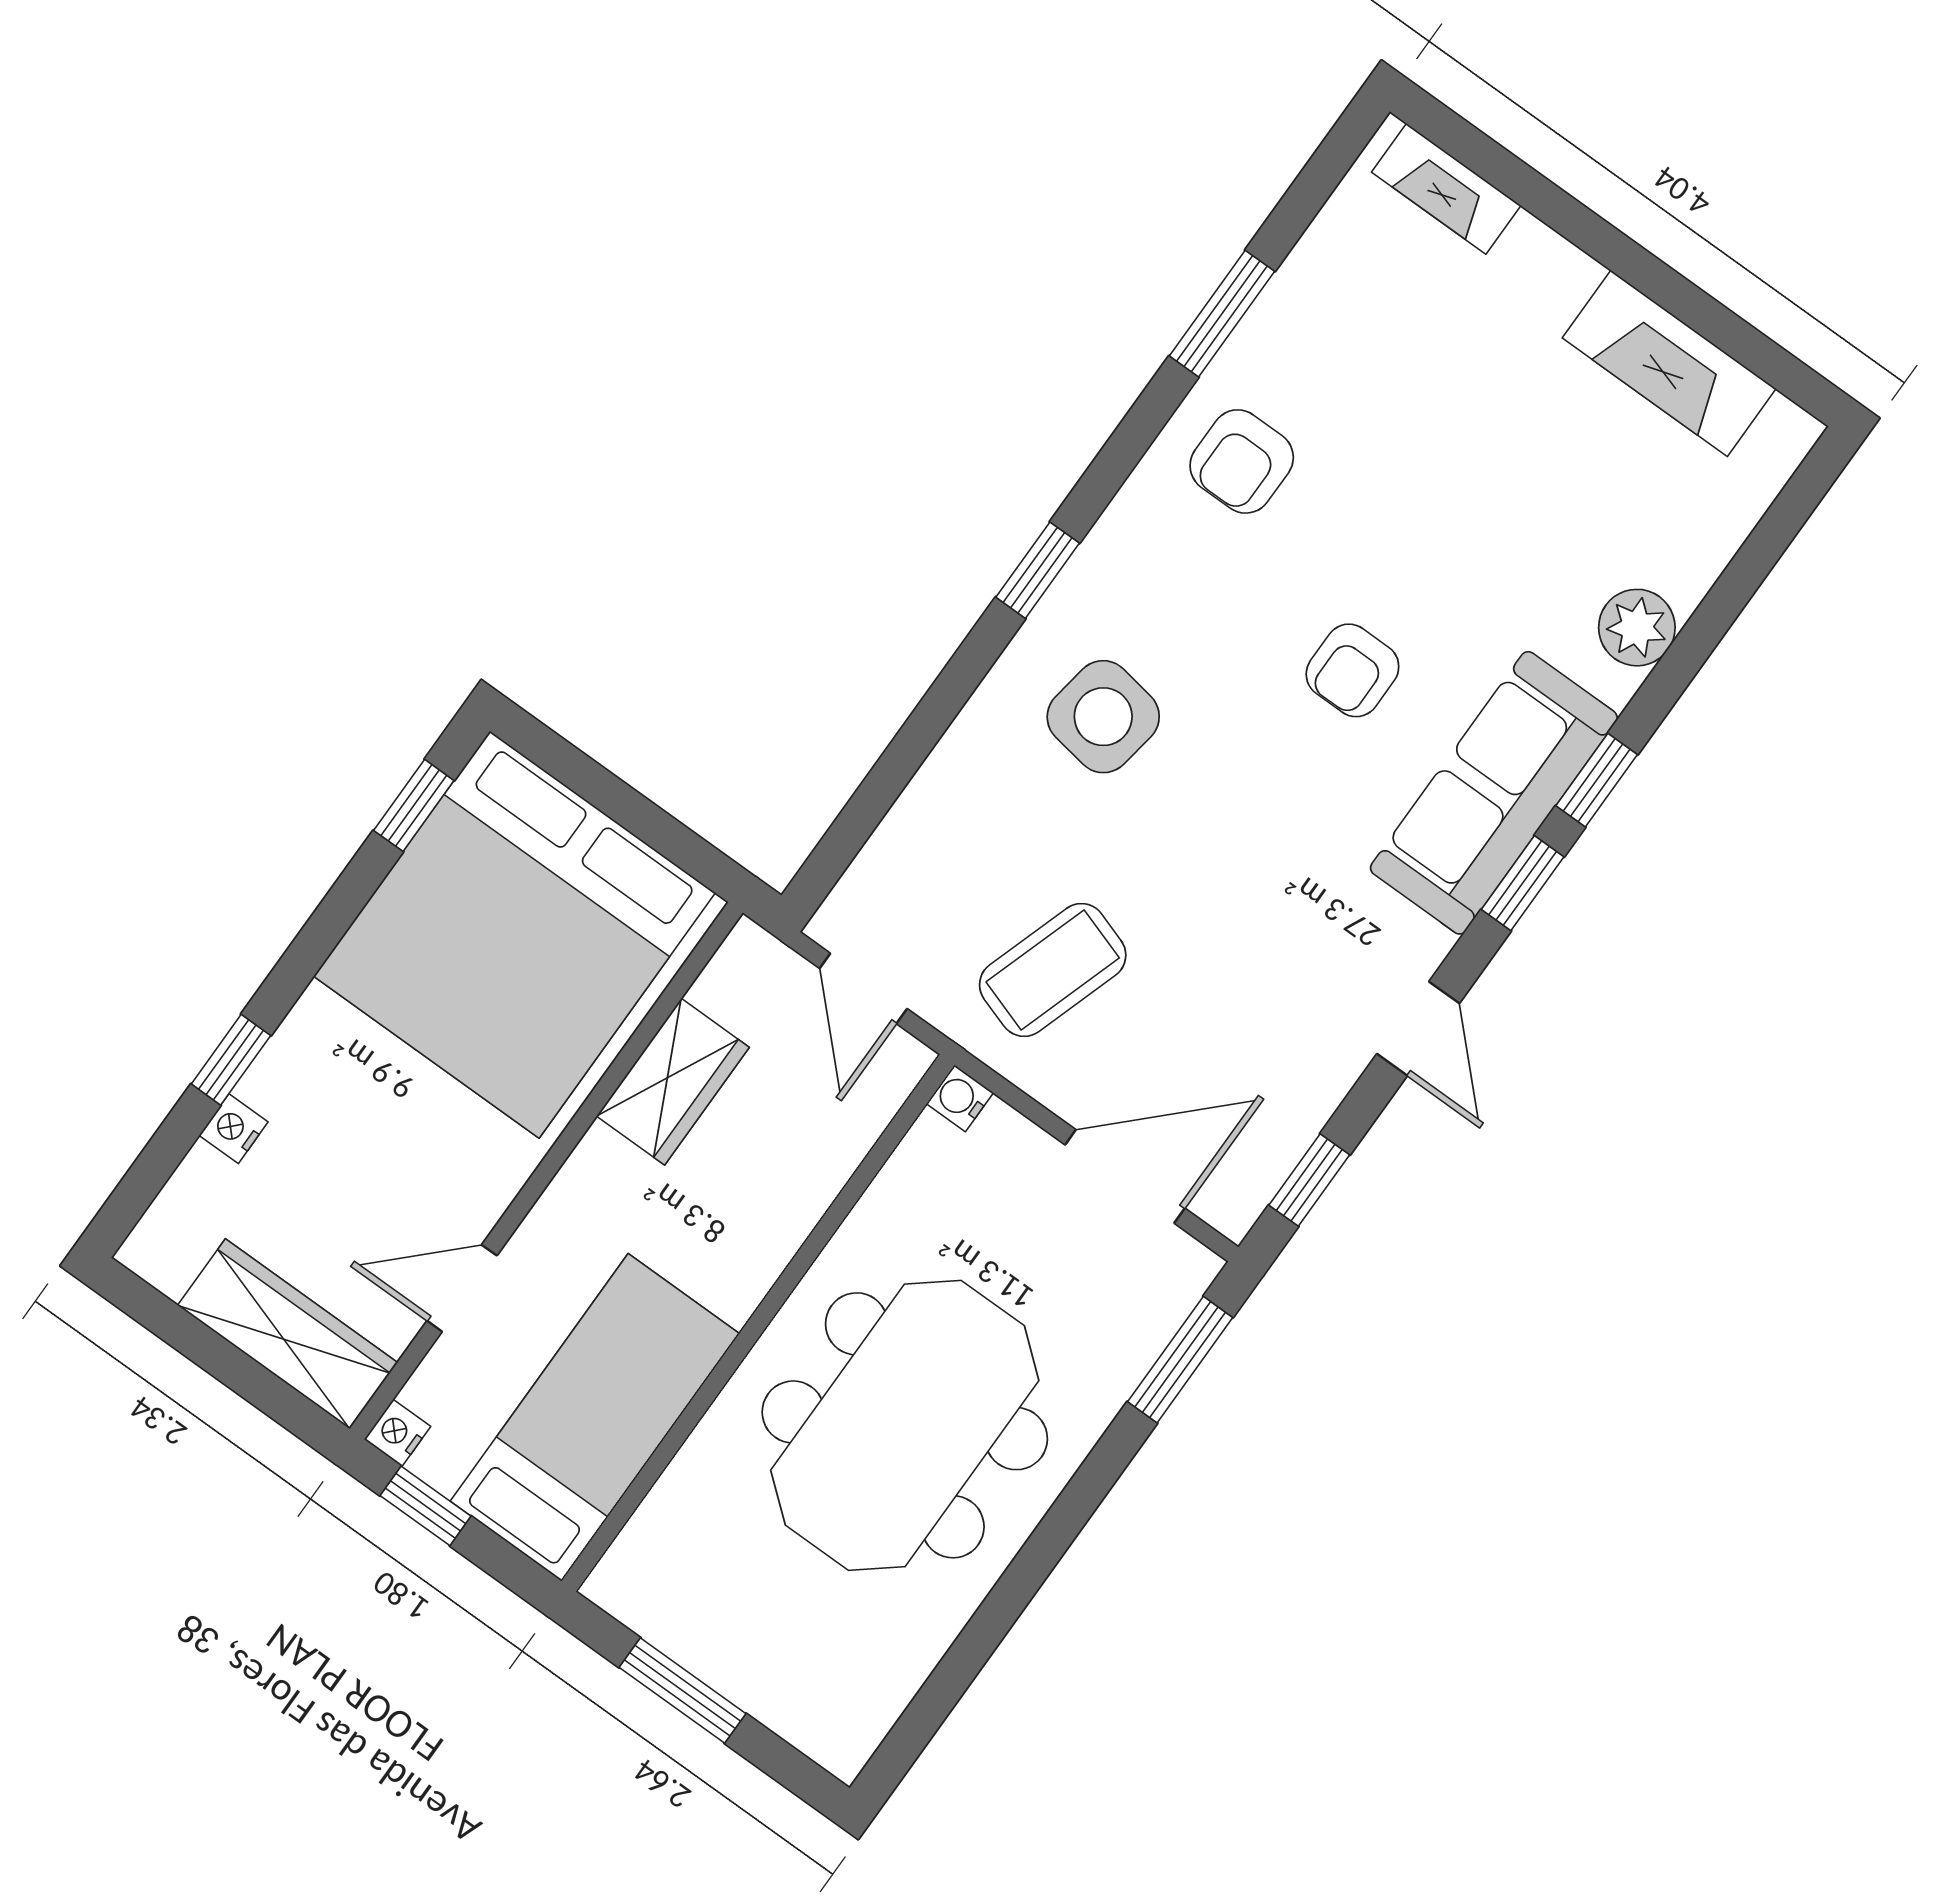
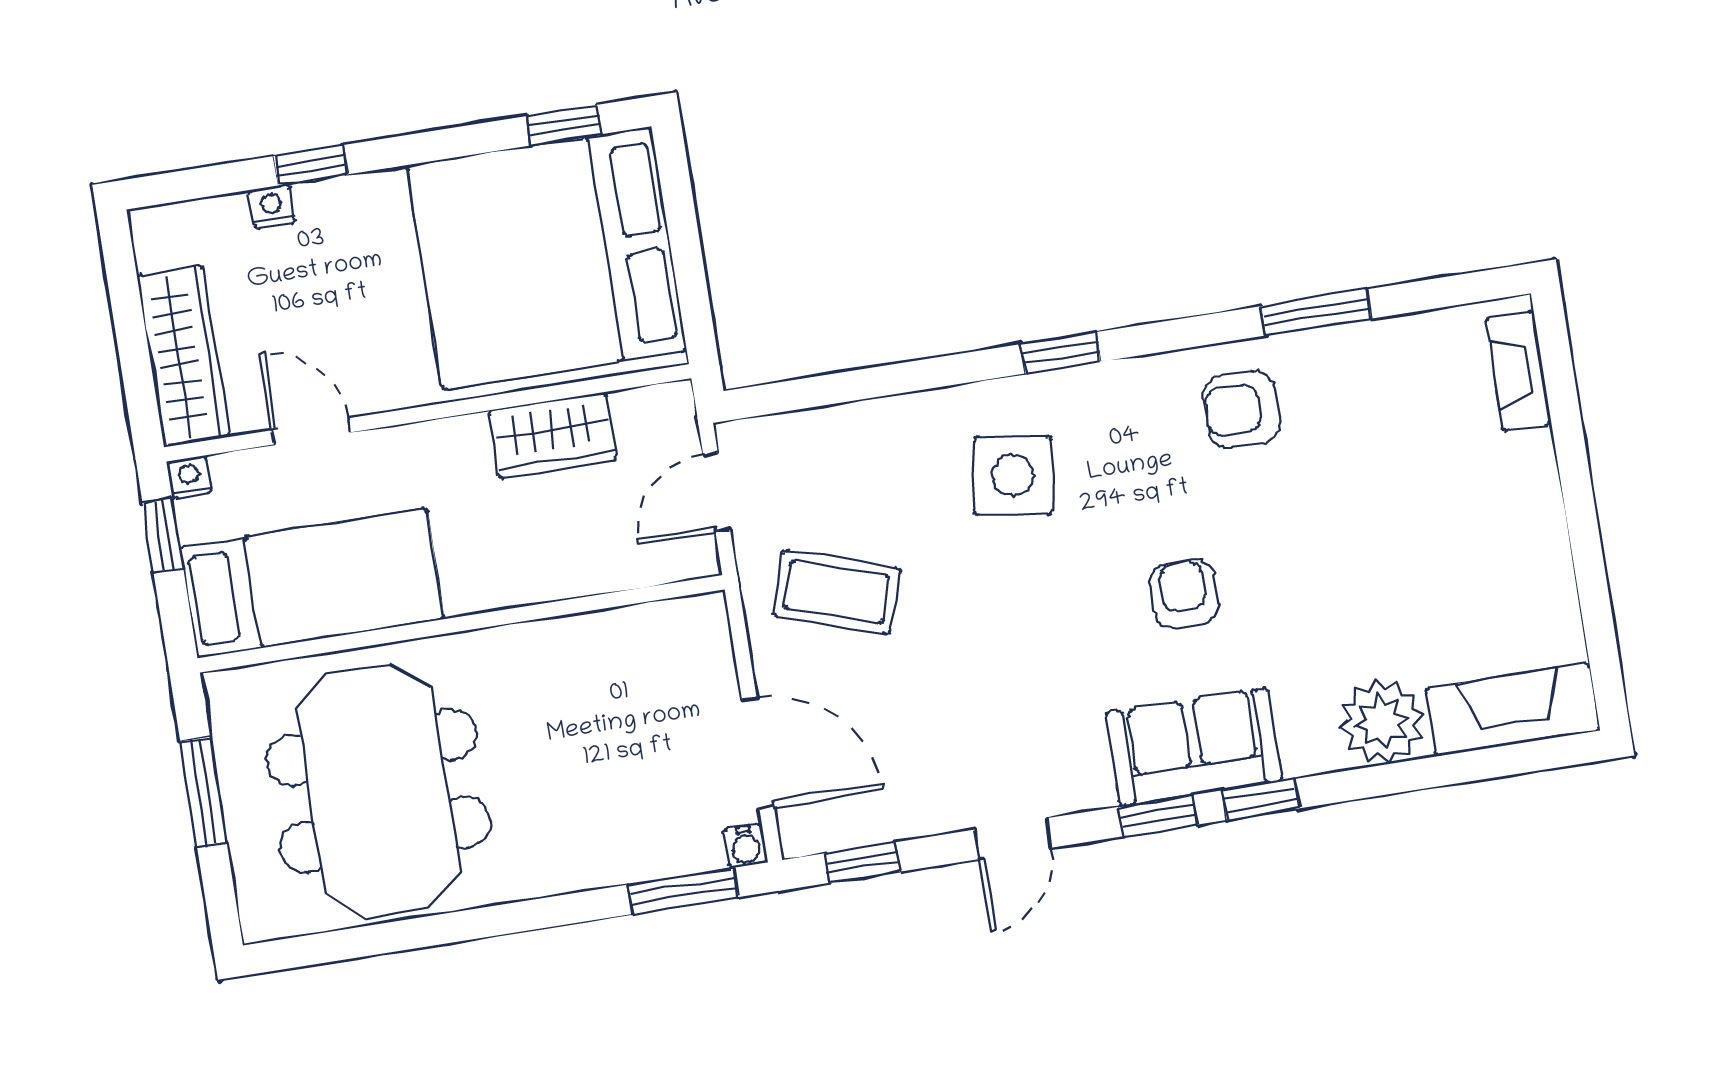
fireplace: (1669, 363) -> (1513, 710), moved, turned 90
plant: (1637, 628) -> (1382, 722), width x1.36, depth x1.36
armchair: (1352, 670) -> (1184, 594), turned 90
sofa: (1494, 793) -> (1194, 747), width x0.73
water cooler: (960, 1098) -> (745, 846), moved, turned 180
meeting table: (905, 1425) -> (378, 791), moved, turned 90

